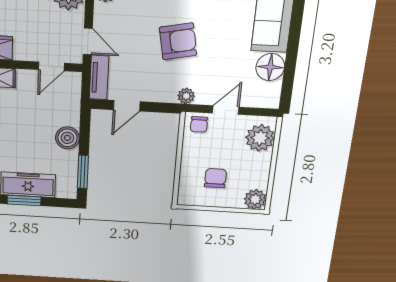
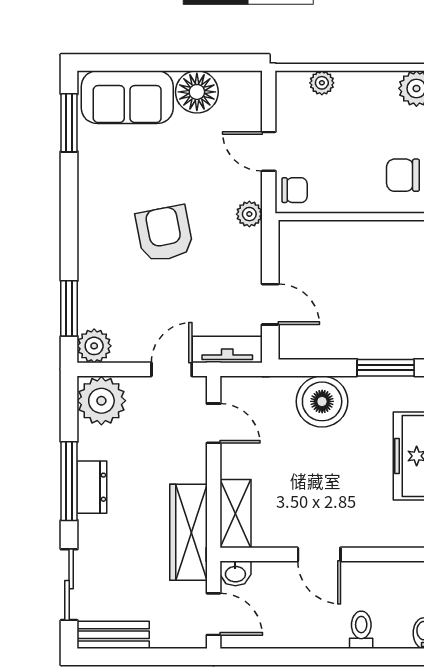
boiler: (67, 138) -> (322, 401), width x1.37, depth x1.37
plant: (260, 138) -> (322, 83), width x0.53, depth x0.53
chair: (215, 178) -> (403, 175), moved

